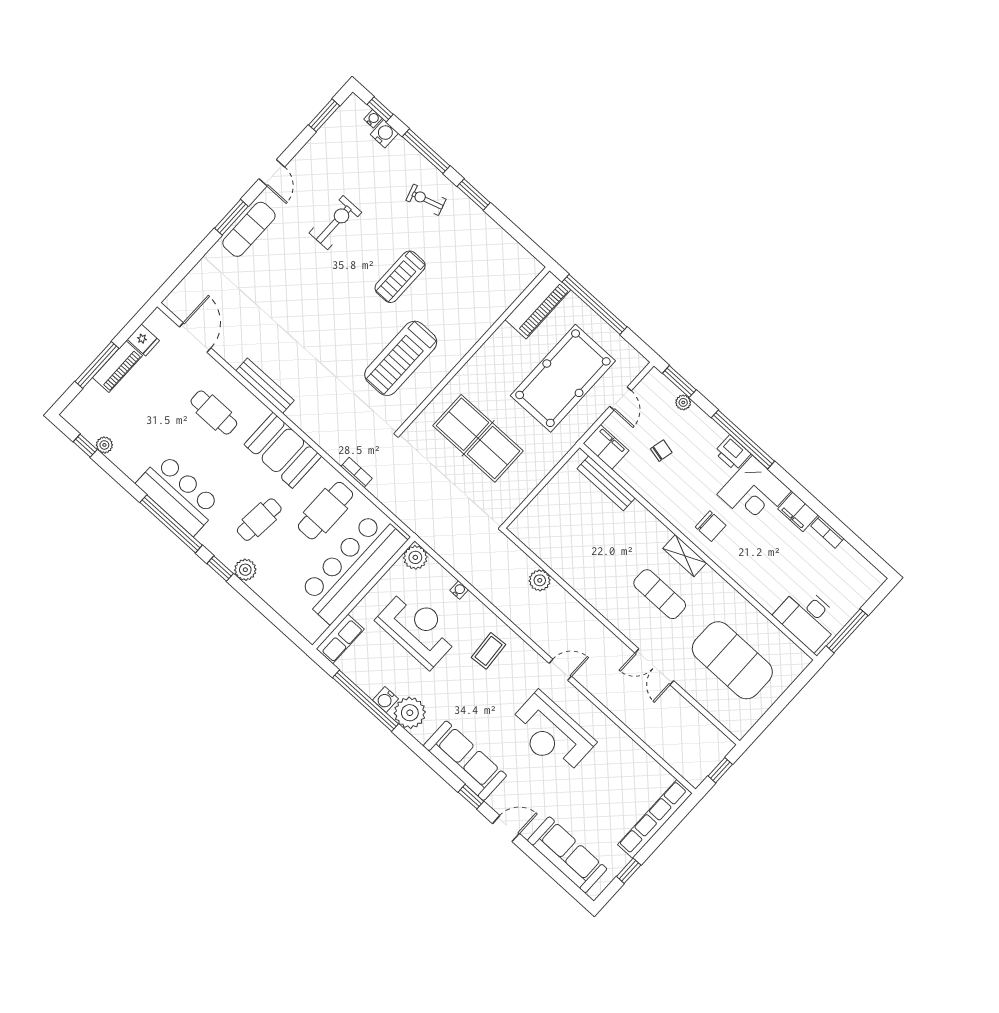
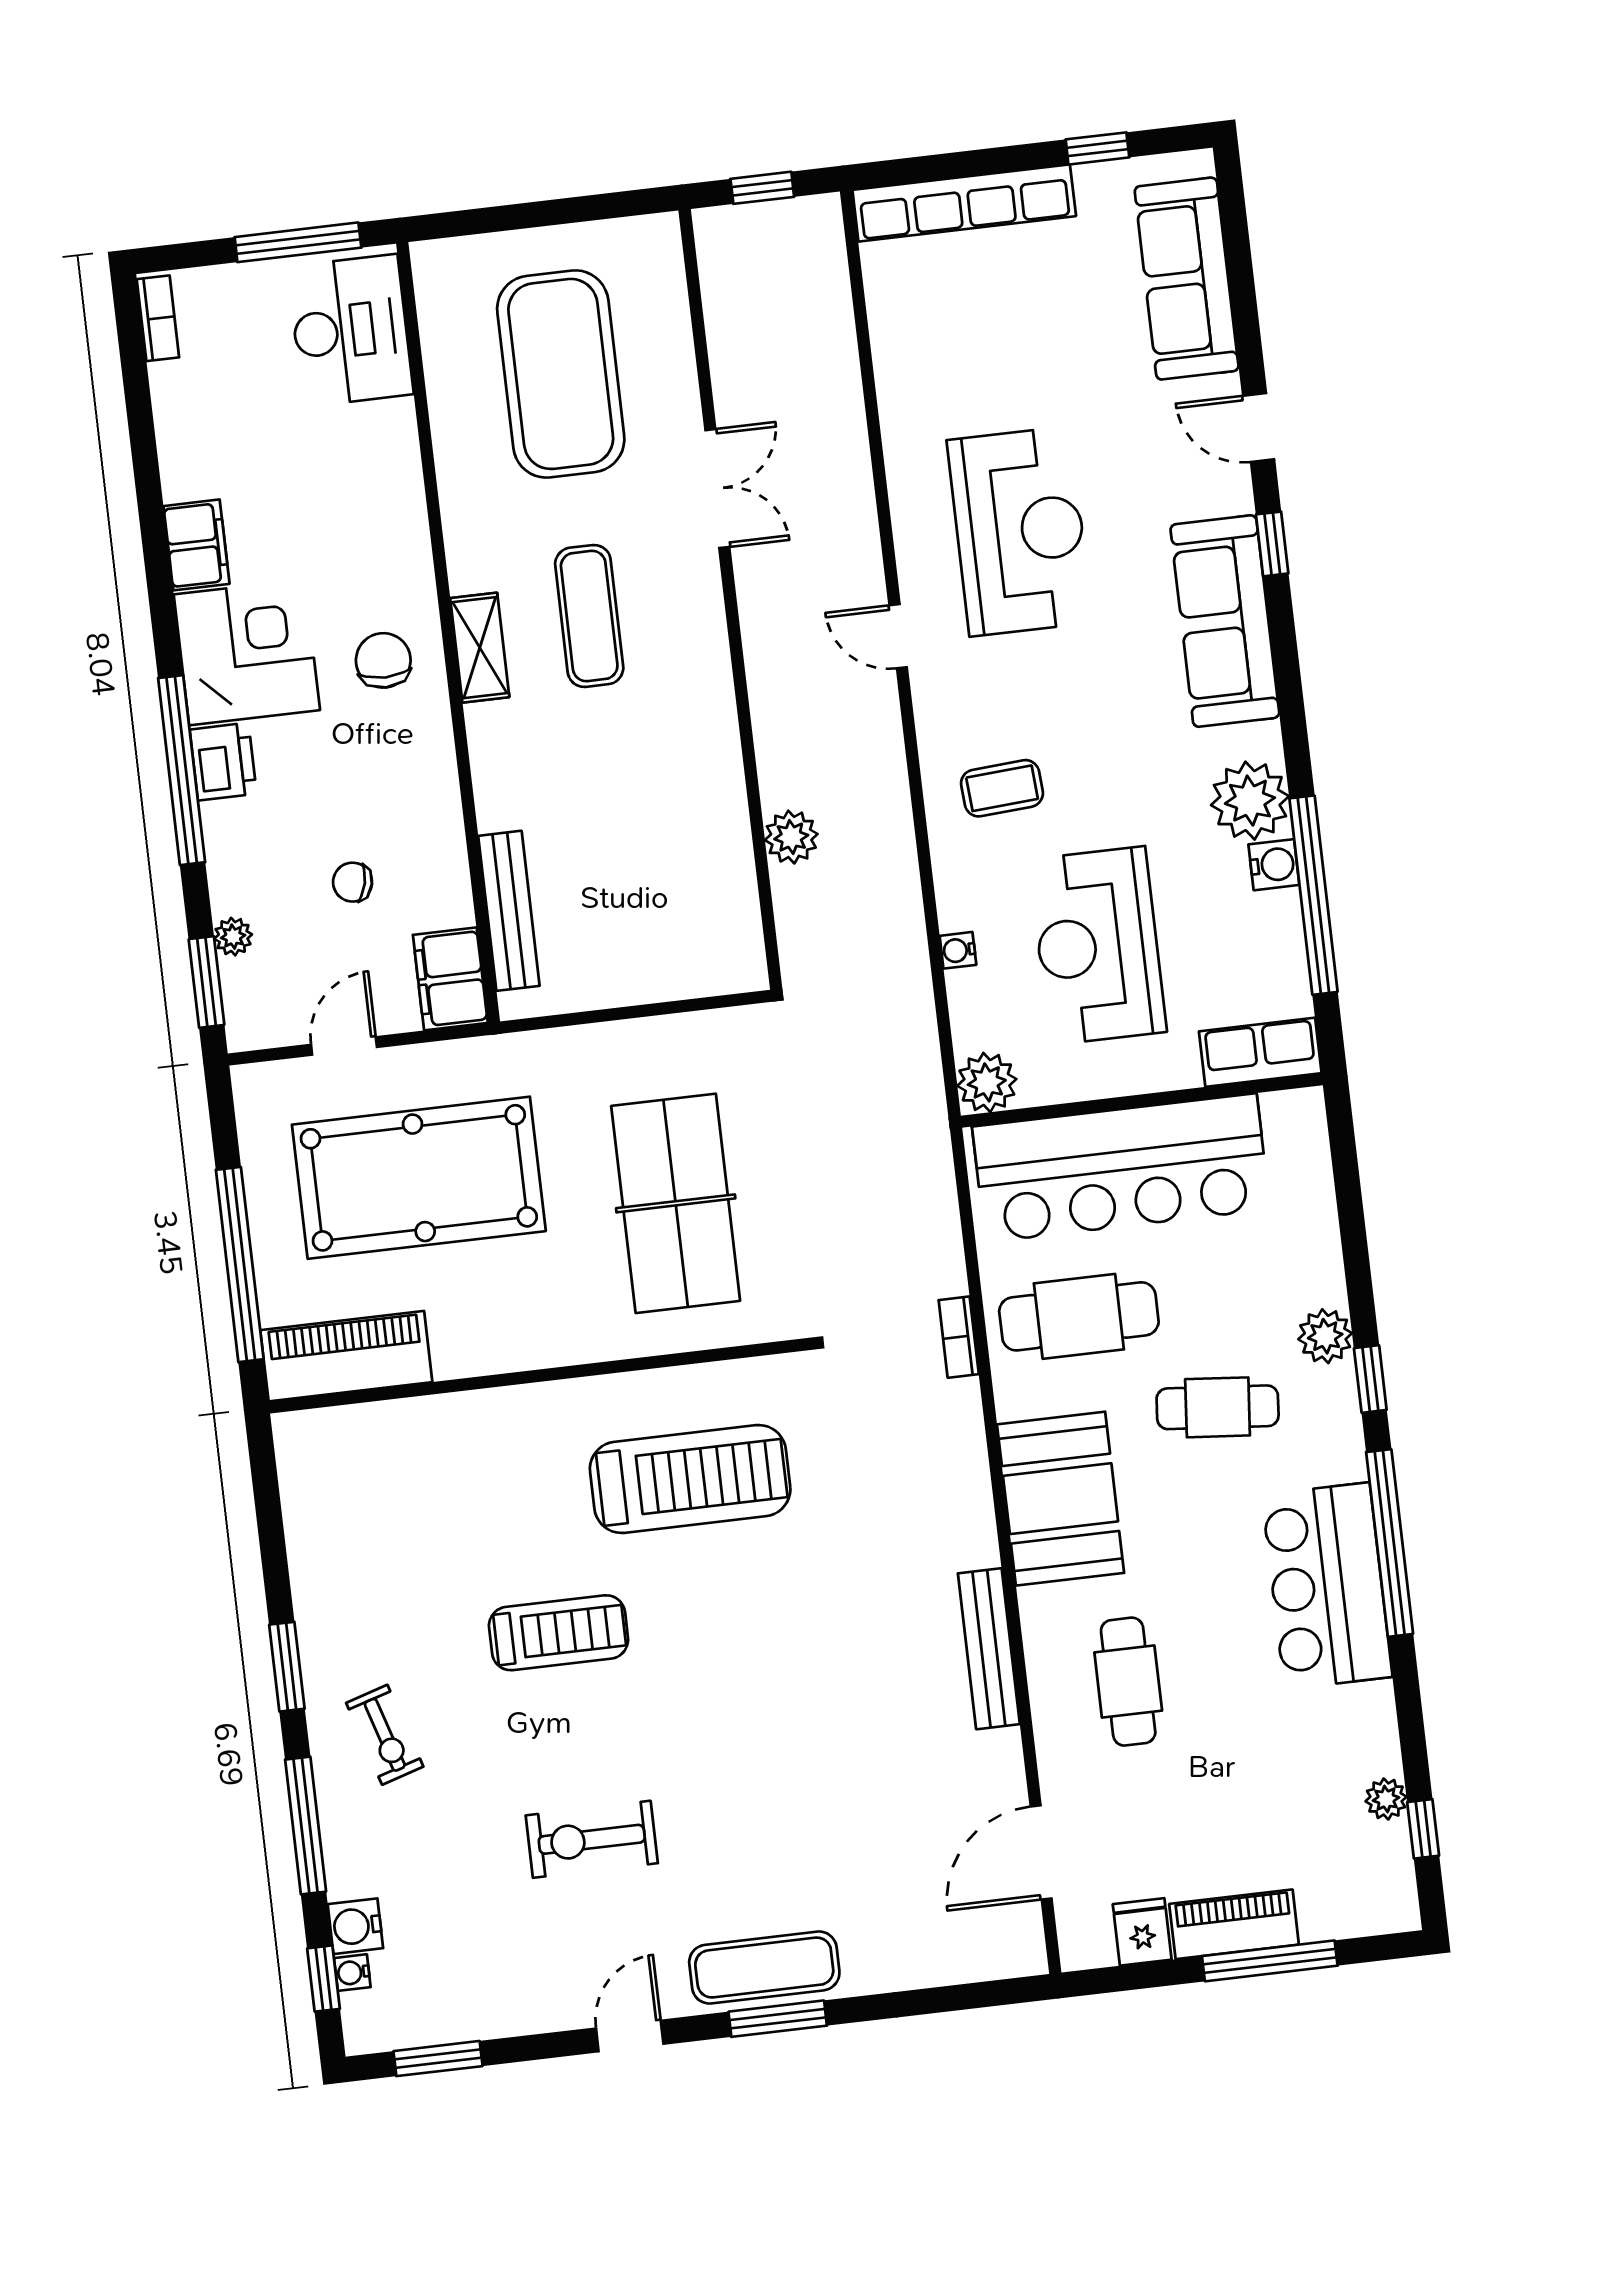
bookcase: (827, 532) -> (158, 318), moved

